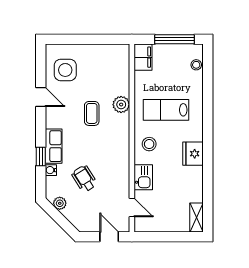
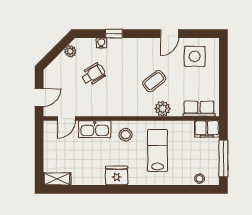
coffee table: (92, 113) -> (154, 81), turned -39
row of seats: (54, 146) -> (199, 109), moved, turned 180
kitchen sink: (143, 177) -> (95, 129), width x1.38

